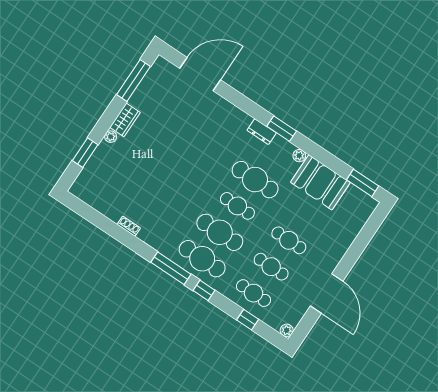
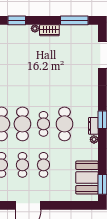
dresser: (262, 132) -> (93, 126), moved
booth: (320, 182) -> (87, 178), moved

